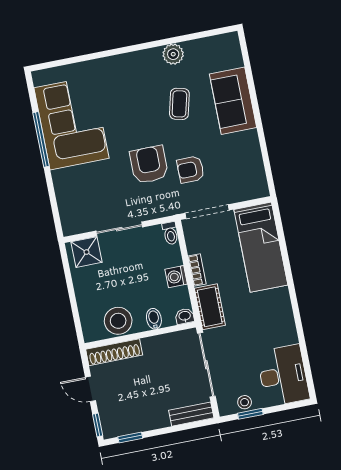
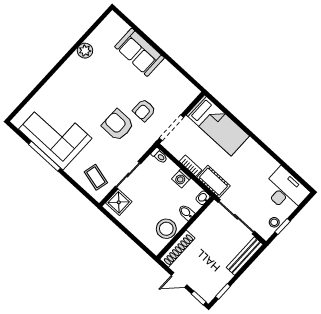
coffee table: (179, 104) -> (96, 177), moved
bench: (191, 414) -> (245, 256), width x1.36

